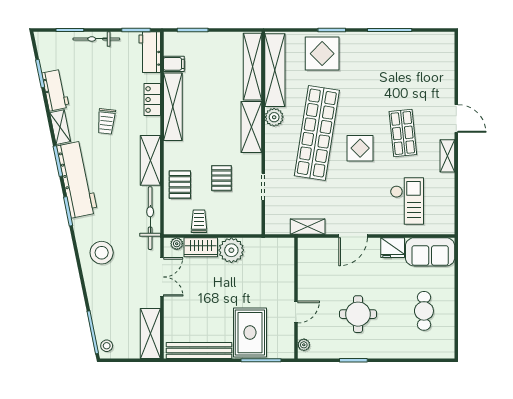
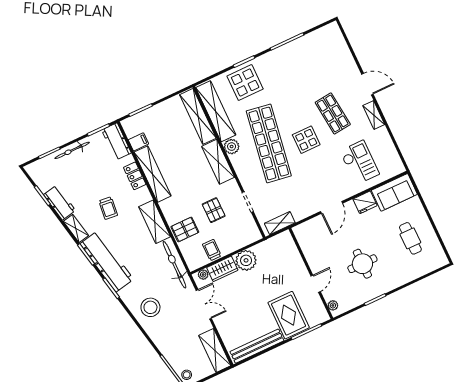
pallet: (180, 185) -> (185, 229), turned 90
shelving: (308, 227) -> (280, 223), moved

